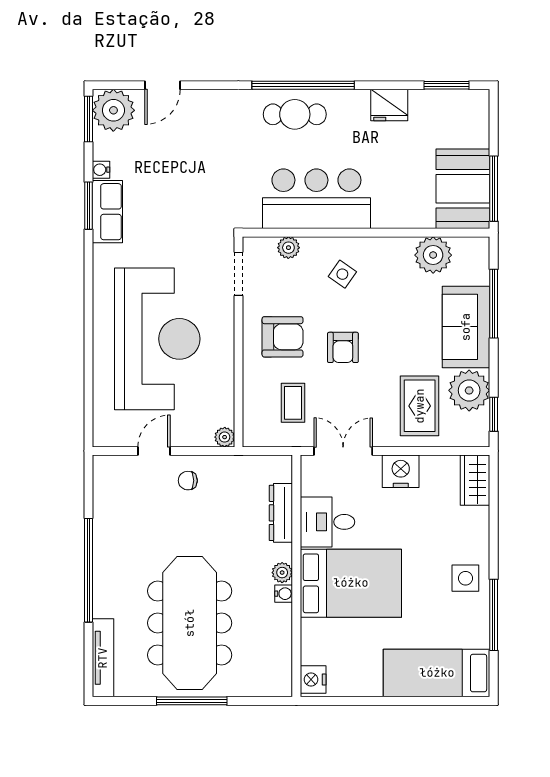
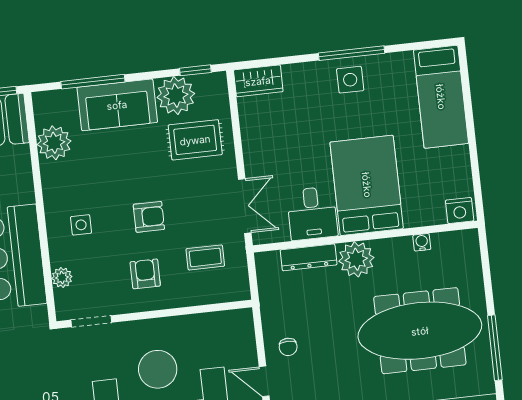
side table: (342, 274) -> (81, 225), turned -35
armchair: (283, 337) -> (145, 274), width x0.72, depth x0.72
plant: (225, 437) -> (244, 317), removed
double door: (343, 451) -> (245, 206), swing flipped
nightstand: (401, 471) -> (258, 151), removed
plant: (282, 573) -> (356, 259), width x1.87, depth x1.87
water cooler: (284, 594) -> (422, 242), moved
window: (494, 615) -> (352, 53), moved
window: (192, 701) -> (495, 348), moved

